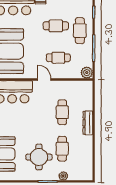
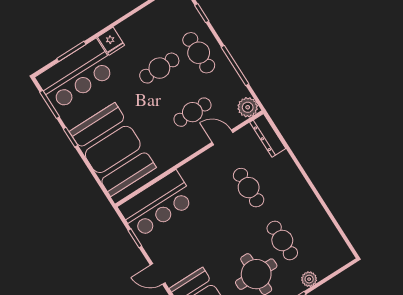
door: (44, 80) -> (222, 137), moved
dresser: (88, 123) -> (268, 135), moved

